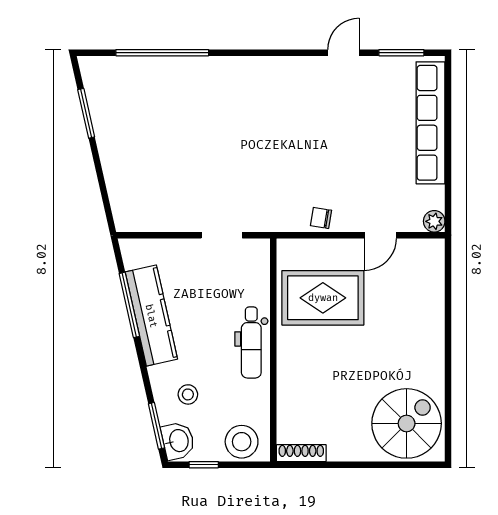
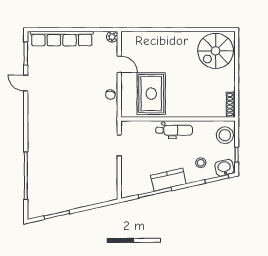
kitchen counter: (151, 316) -> (168, 180), width x0.67
spiral stairs: (407, 423) -> (216, 51), turned -90

